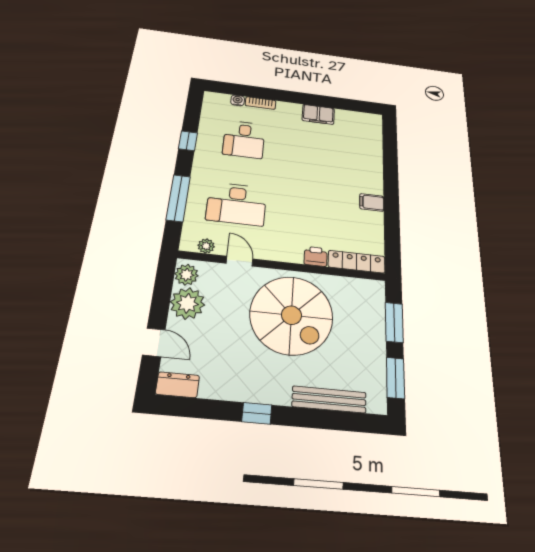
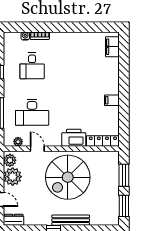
filing cabinet: (318, 114) -> (112, 47), moved, turned 90
printer: (316, 256) -> (74, 138), width x1.87, depth x1.48
spiral stairs: (291, 315) -> (68, 177), turned 90
bench: (329, 399) -> (71, 220), moved

